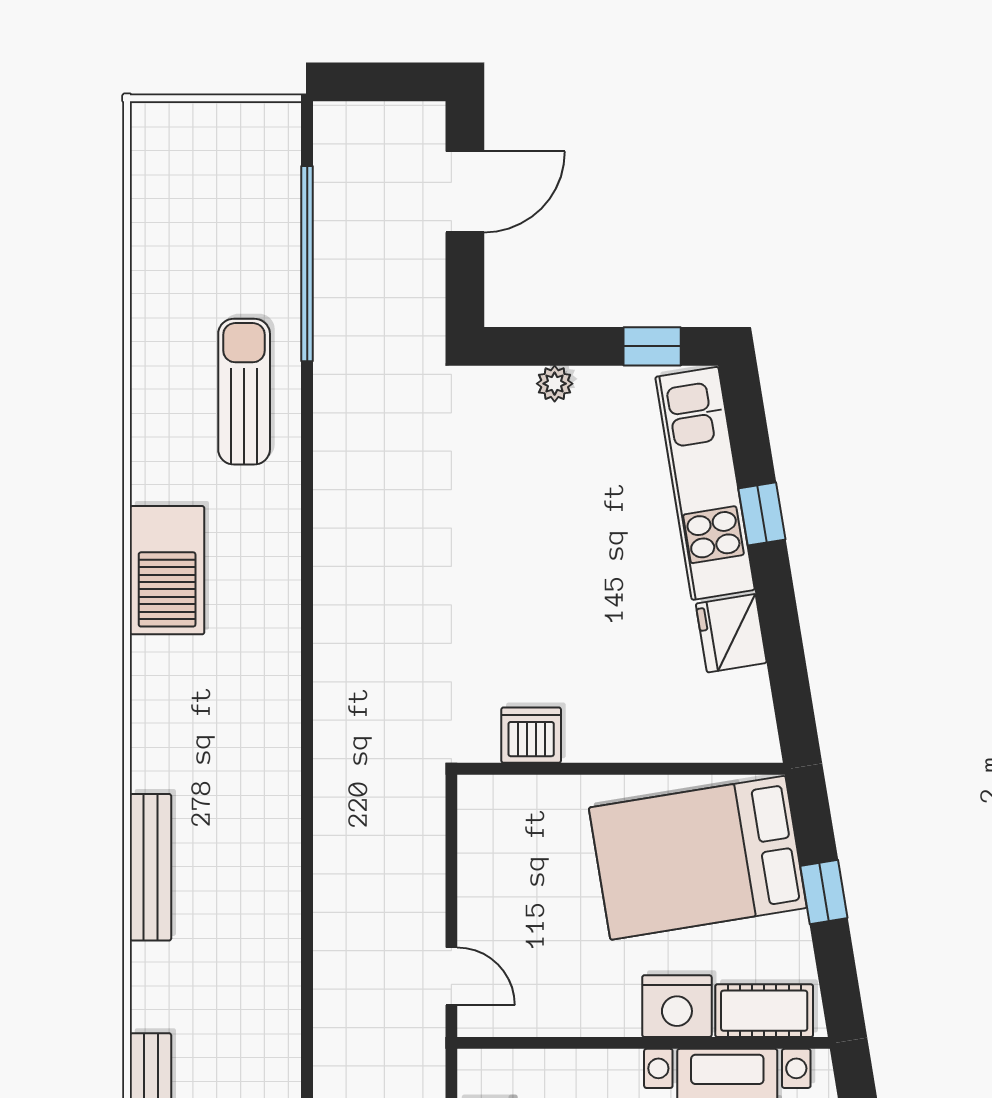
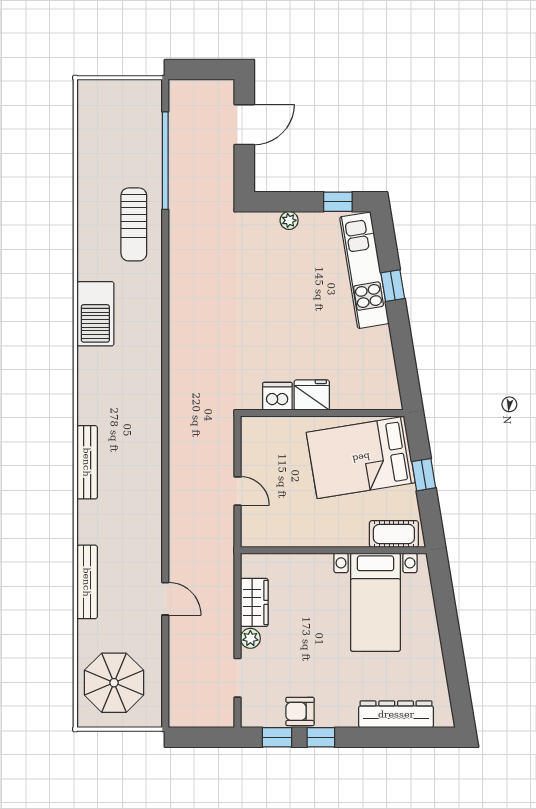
sun lounger: (244, 392) -> (134, 224), turned 180
fridge: (731, 633) -> (312, 395), moved, turned 99
door: (451, 976) -> (237, 491), moved
nightstand: (677, 1006) -> (350, 532), removed

